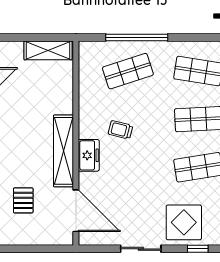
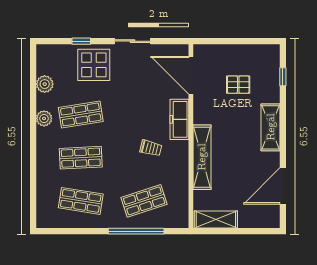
shelving: (63, 151) -> (202, 157), moved
freezer: (89, 155) -> (179, 119), width x1.40
pallet: (23, 200) -> (238, 85), turned 90

